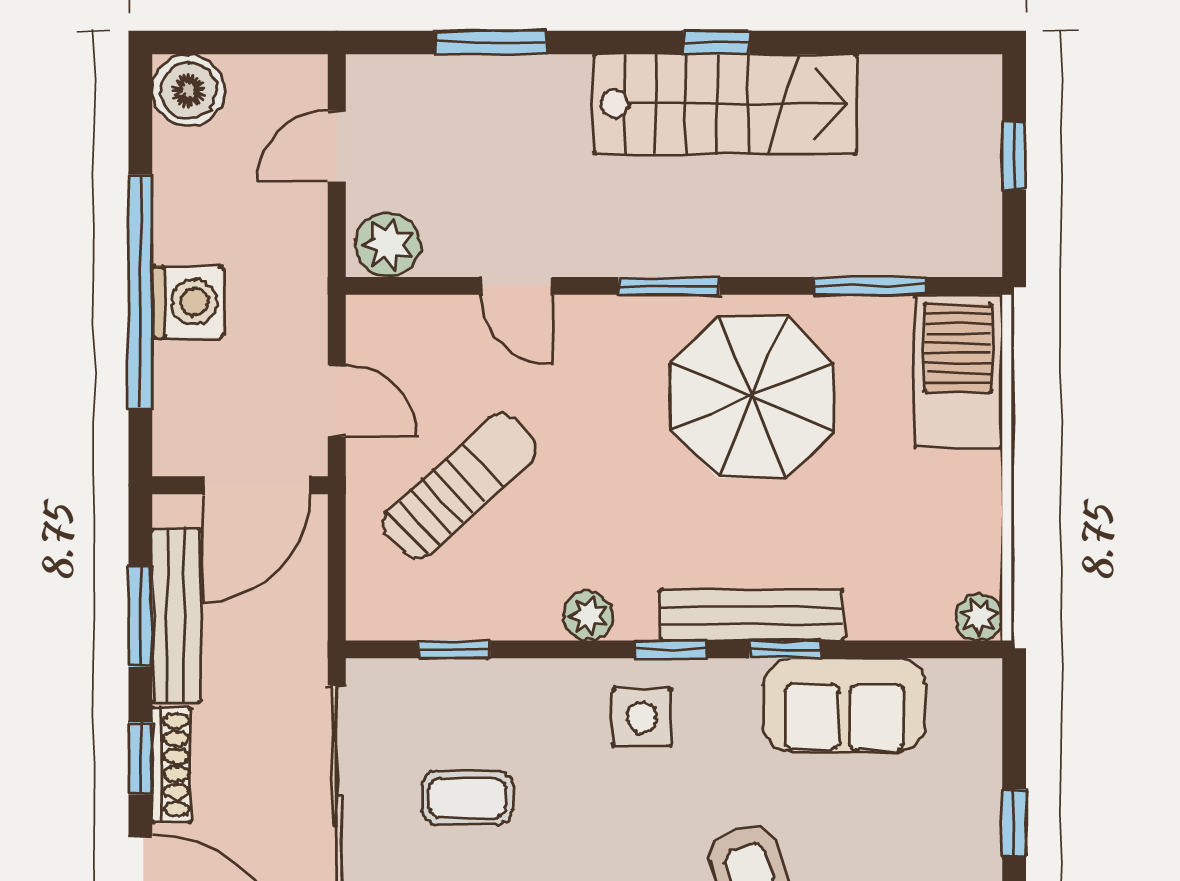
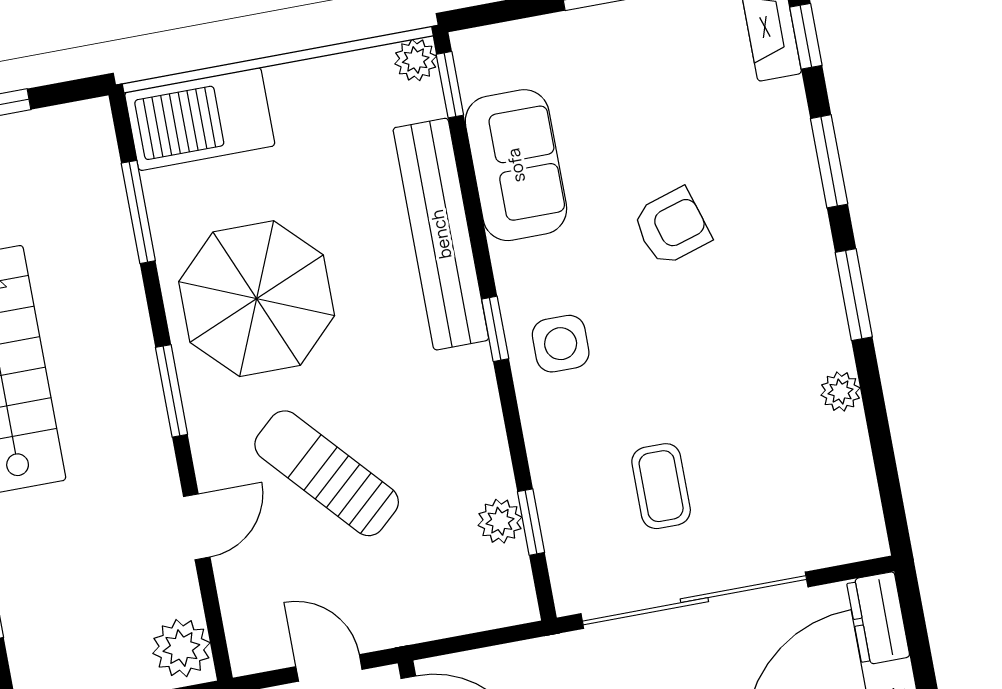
door: (337, 401) -> (329, 668), hinge flipped
sun lounger: (459, 486) -> (327, 473), moved
bench: (752, 615) -> (441, 234), width x1.37, depth x1.21
plant: (588, 616) -> (500, 521), moved
window: (785, 649) -> (450, 85), moved

